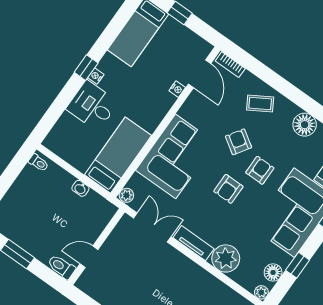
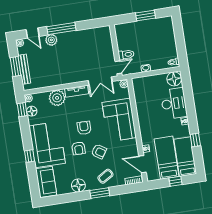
window: (86, 68) -> (195, 140), moved
window: (287, 90) -> (100, 193), added
desk: (92, 106) -> (174, 103), width x1.37
floor lamp: (58, 141) -> (174, 79), added
bed: (118, 155) -> (167, 158), moved, turned 180
door: (89, 257) -> (118, 67), moved
window: (298, 265) -> (22, 110), moved
toilet: (61, 267) -> (126, 55), moved

